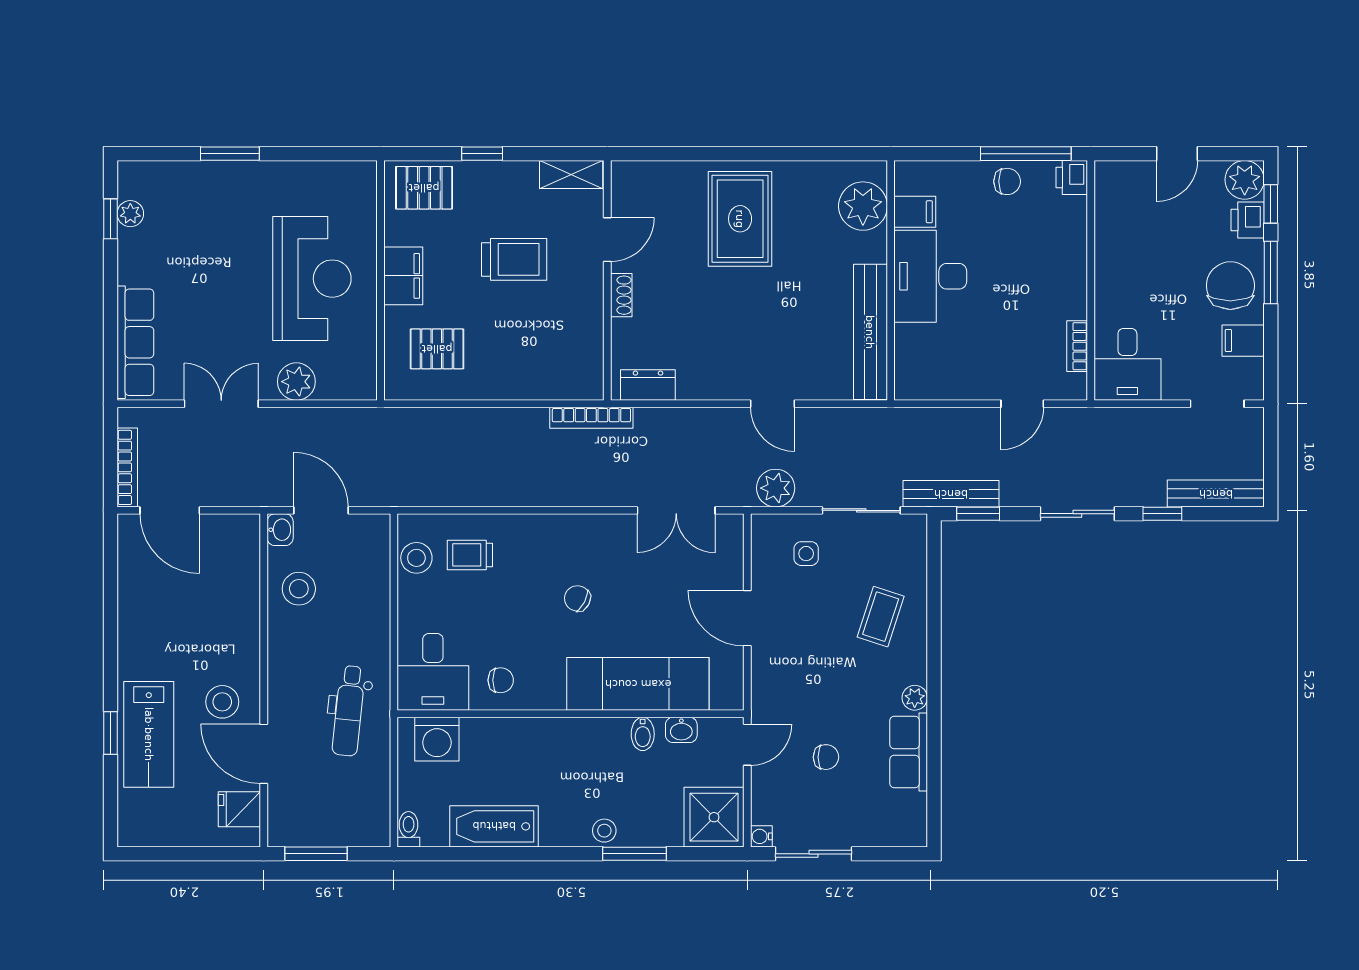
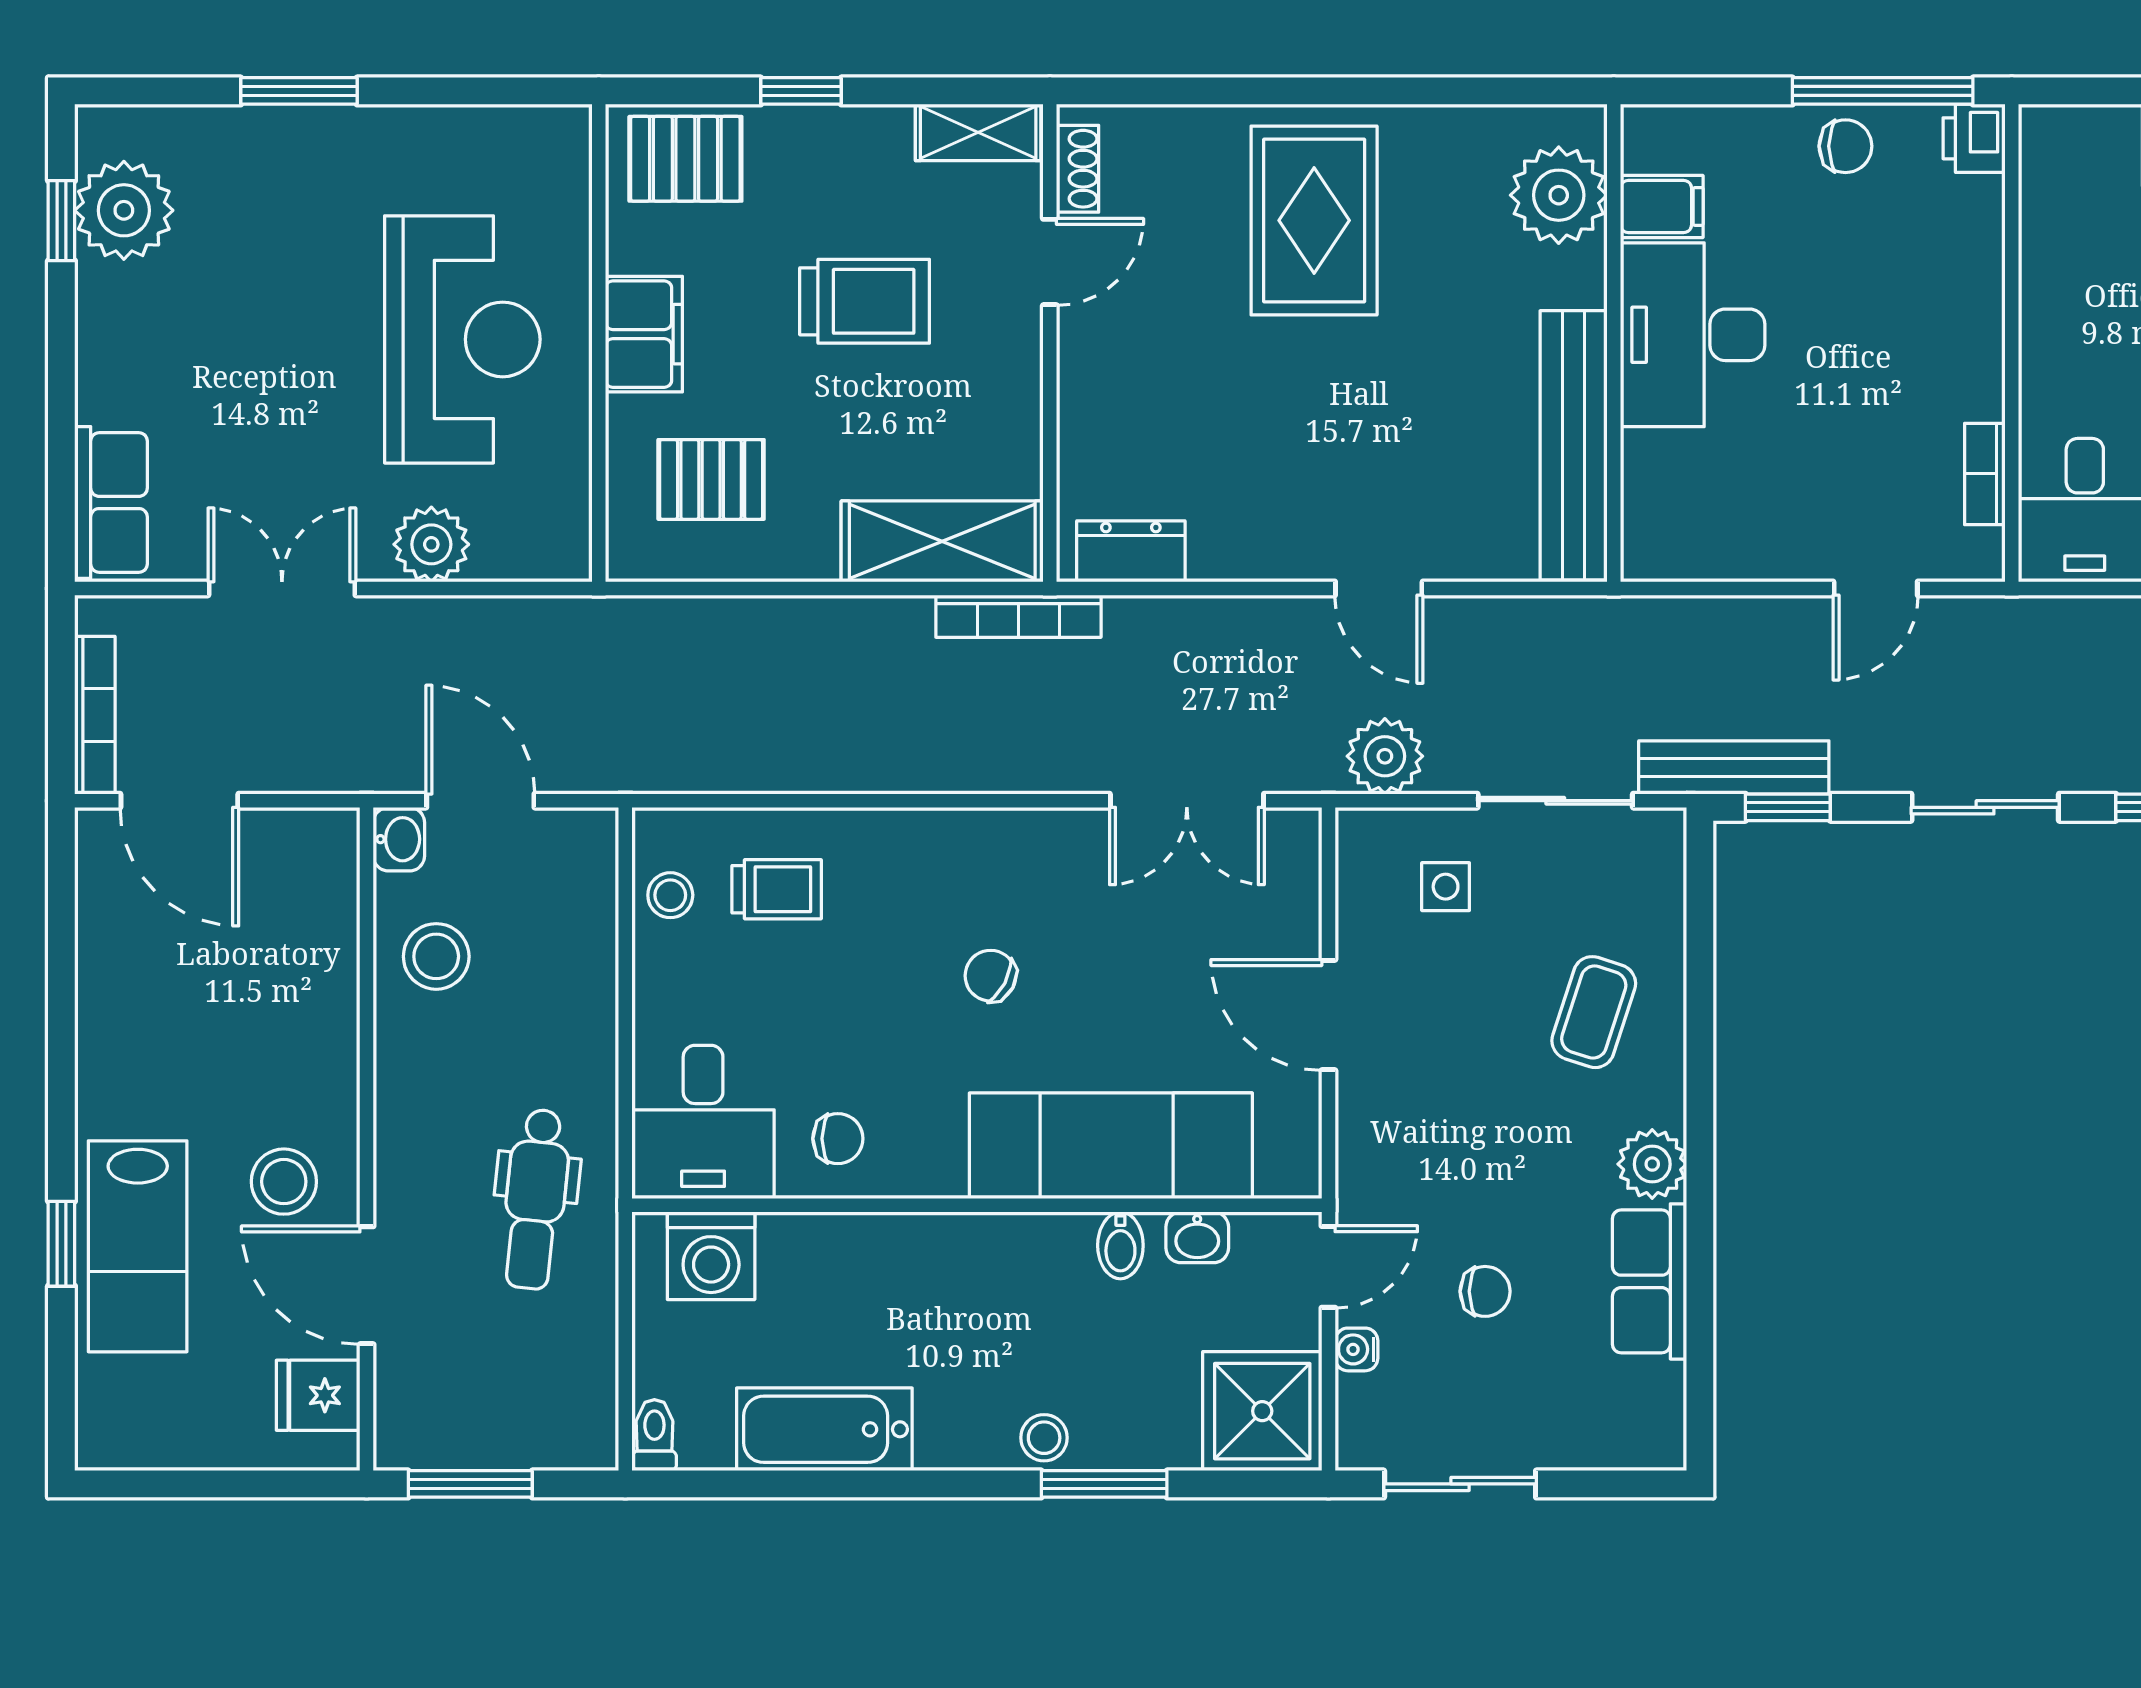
plant: (130, 214) -> (124, 210), width x1.87, depth x1.87
shoe rack: (621, 295) -> (1078, 169), moved
row of seats: (135, 342) -> (111, 502), width x0.68
shelving: (553, 380) -> (942, 541), added
trolley: (470, 555) -> (777, 889), turned 180
stool: (416, 558) -> (670, 895), width x0.73, depth x0.73
plant: (915, 698) -> (1652, 1164), width x1.38, depth x1.38
water cooler: (761, 836) -> (1356, 1349), moved

